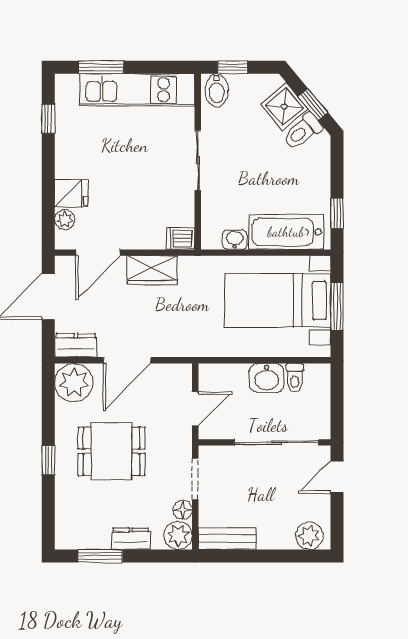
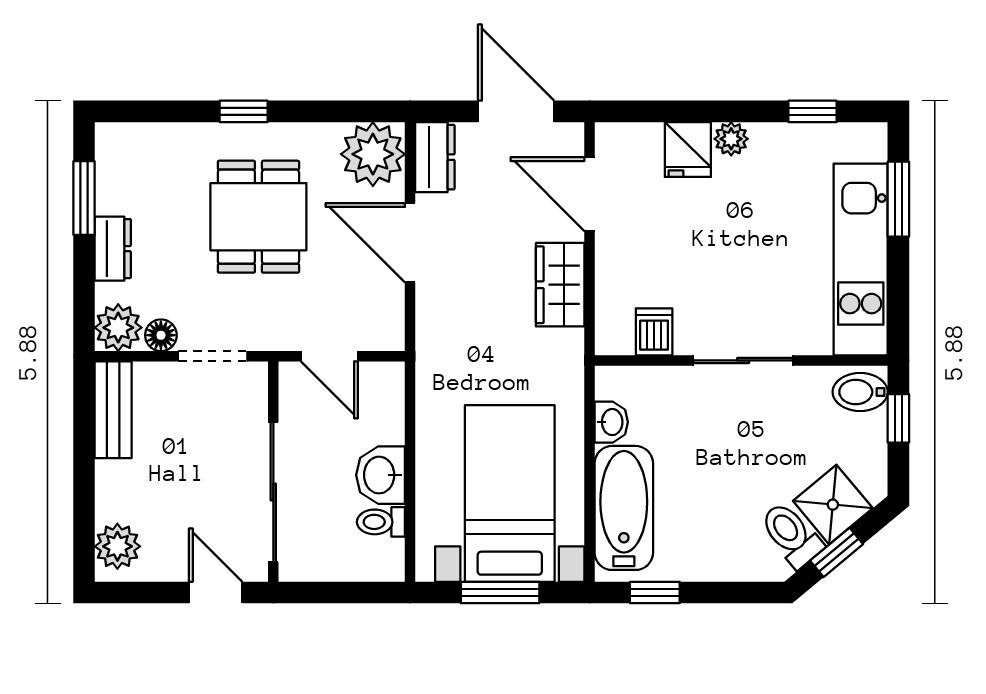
plant: (65, 220) -> (731, 139), moved
dishwasher: (181, 239) -> (654, 332), moved

